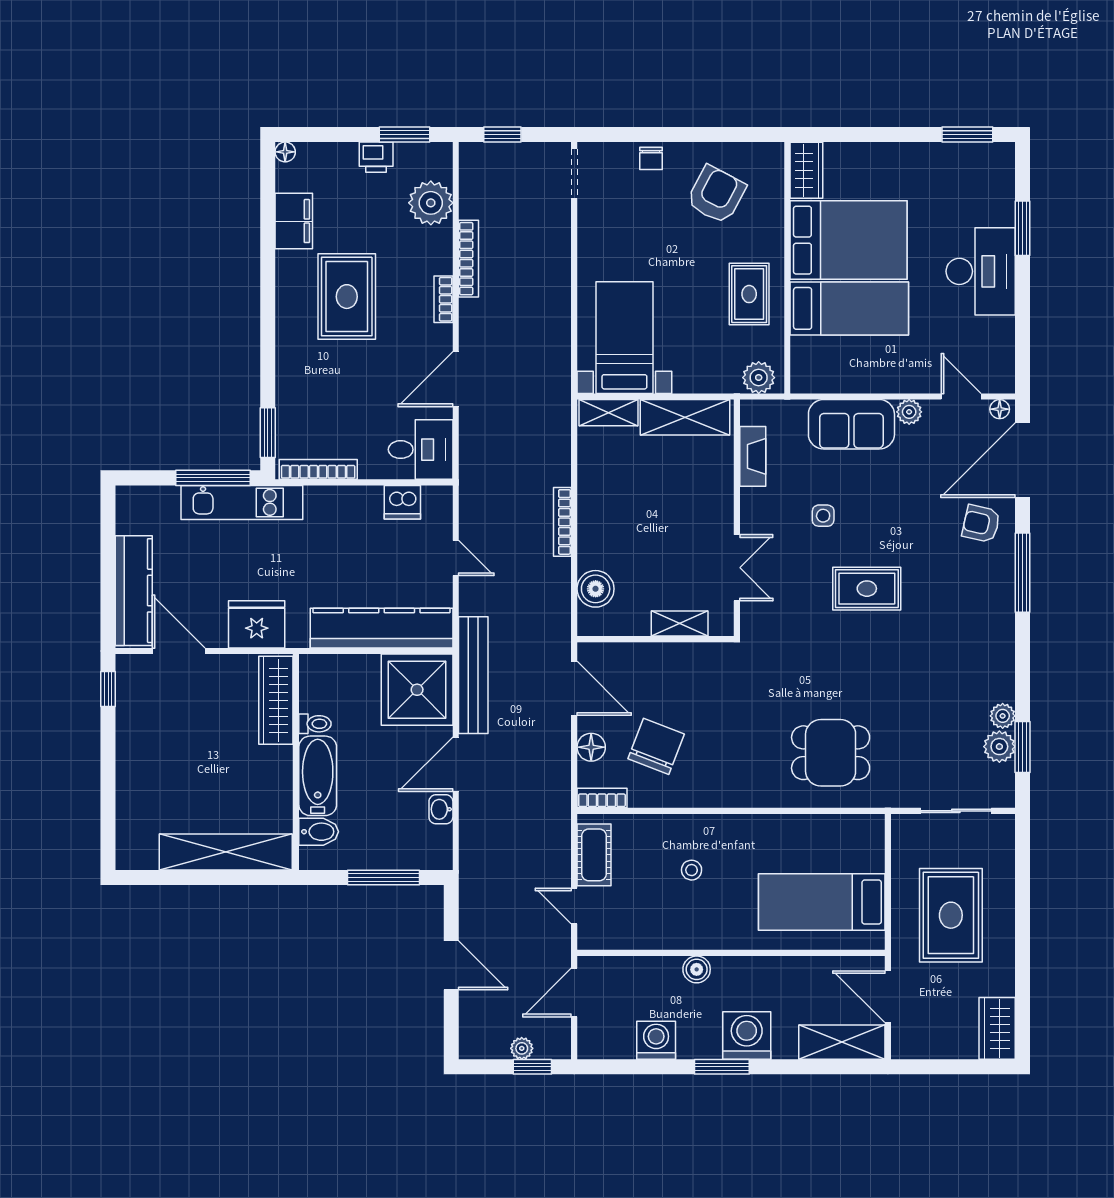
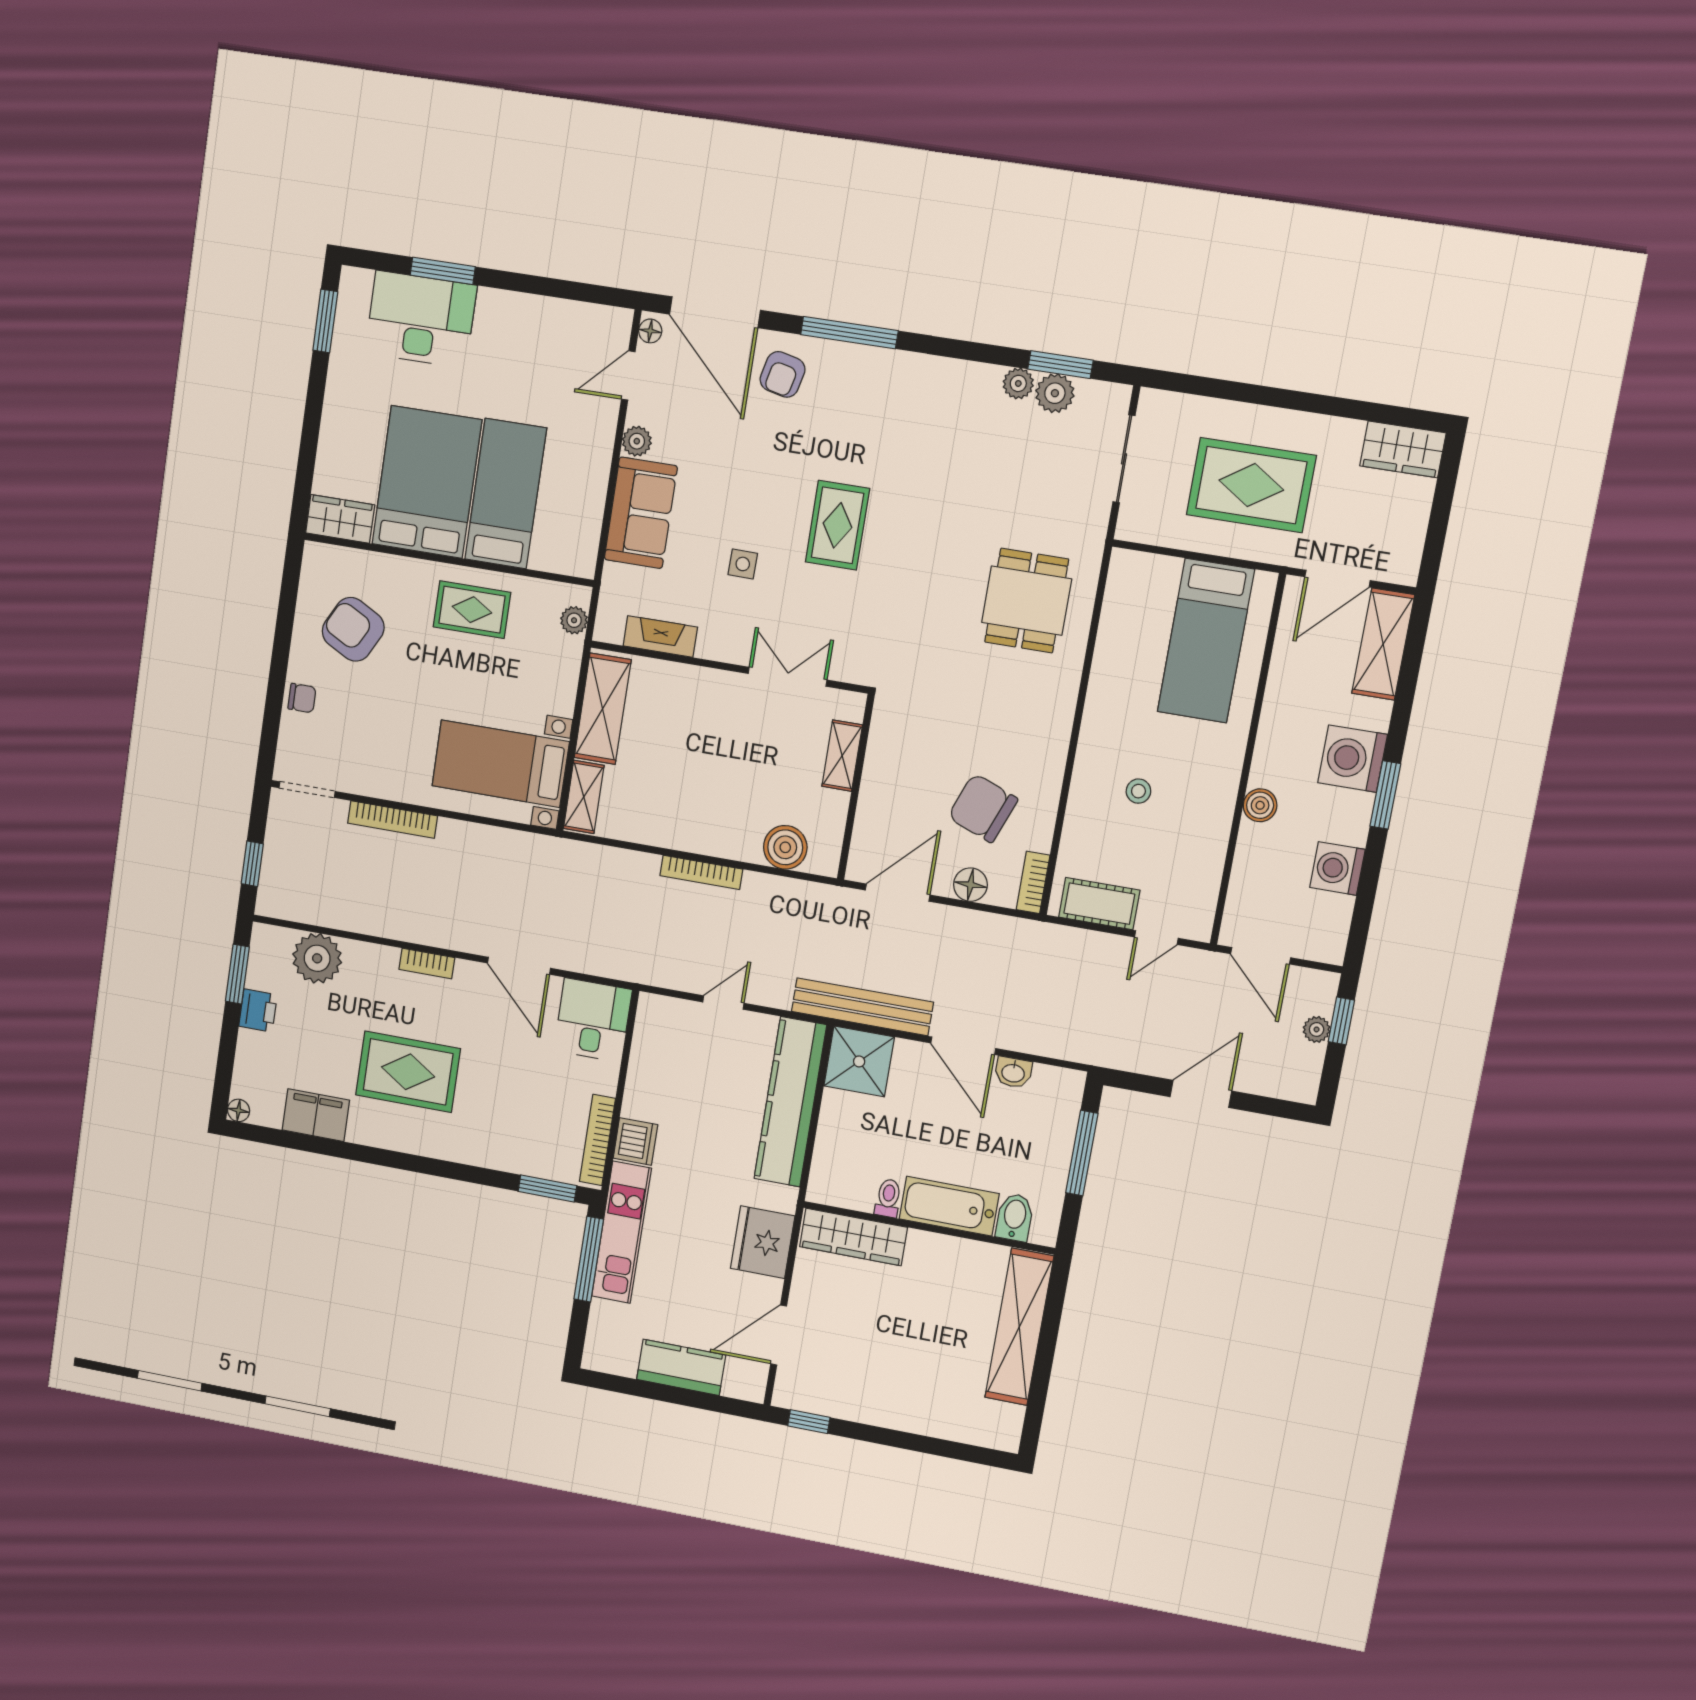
bookcase: (469, 259) -> (392, 820), moved, turned 180
desk: (981, 271) -> (421, 319), moved
plant: (759, 378) -> (574, 620), width x0.73, depth x0.73
dishwasher: (402, 502) -> (635, 1141), moved
kitchen counter: (134, 591) -> (681, 1367), width x0.67
shower: (417, 690) -> (859, 1061), width x0.73, depth x0.73

